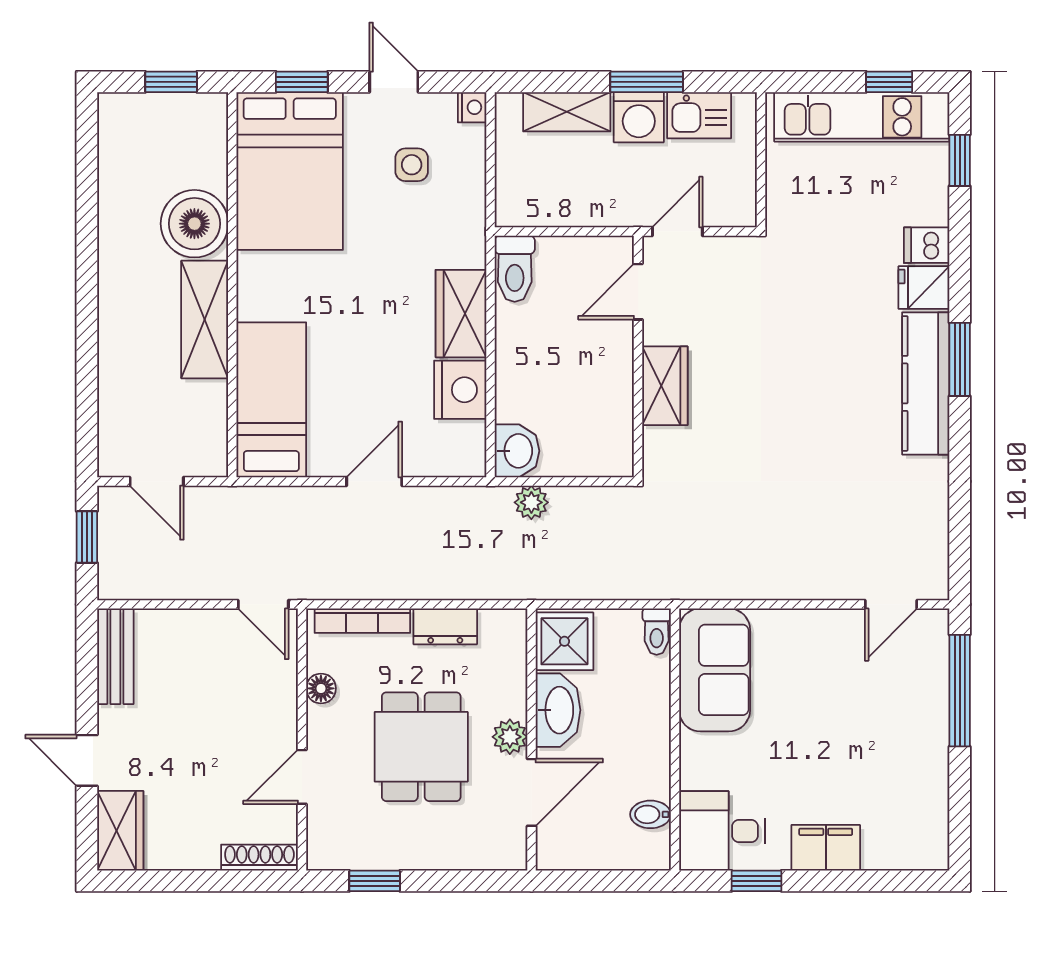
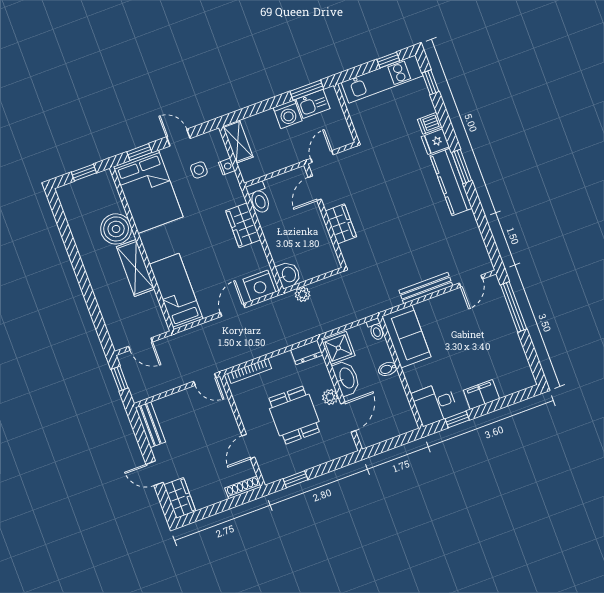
window: (647, 82) -> (307, 90), moved
nightstand: (472, 107) -> (227, 166), moved
shelving: (567, 112) -> (238, 142), moved, turned 90
nightstand: (460, 390) -> (259, 286), moved, turned 90
bench: (792, 584) -> (426, 288), added
dresser: (445, 626) -> (307, 352), moved
floor lamp: (321, 688) -> (243, 406), removed
bidet: (650, 814) -> (388, 369), moved

